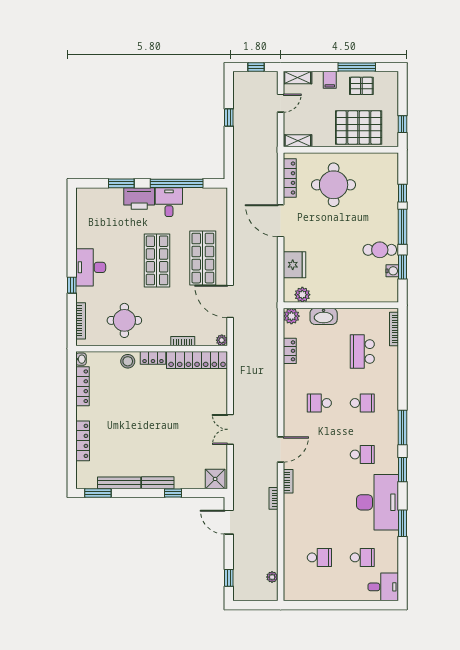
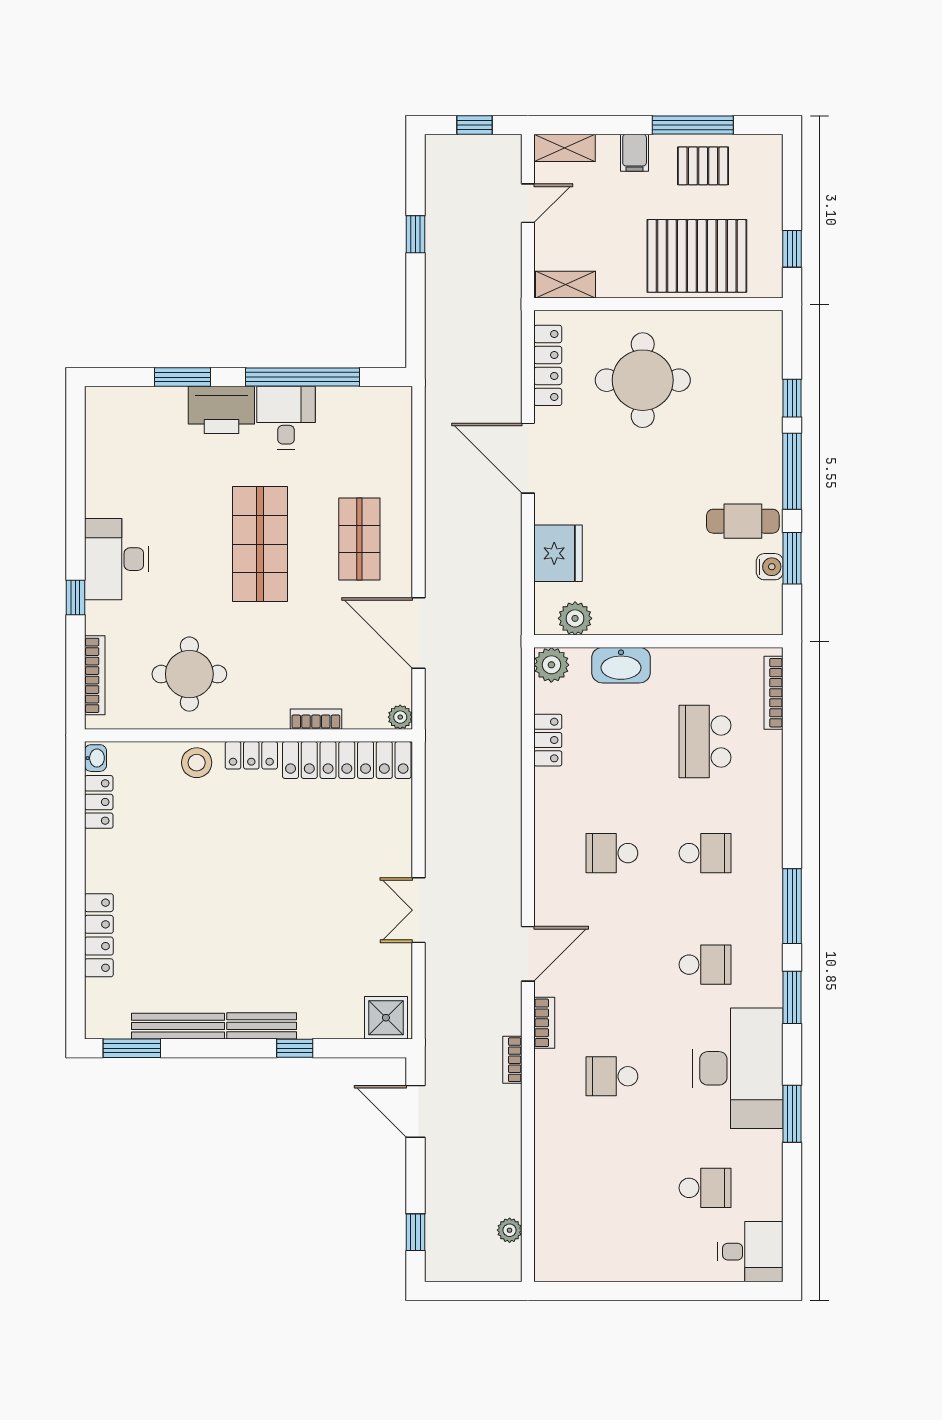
shop shelf: (203, 258) -> (359, 539), width x0.70, depth x0.74
locker: (83, 386) -> (99, 802), width x0.66
school desk: (319, 557) -> (612, 1076), moved, turned 180

